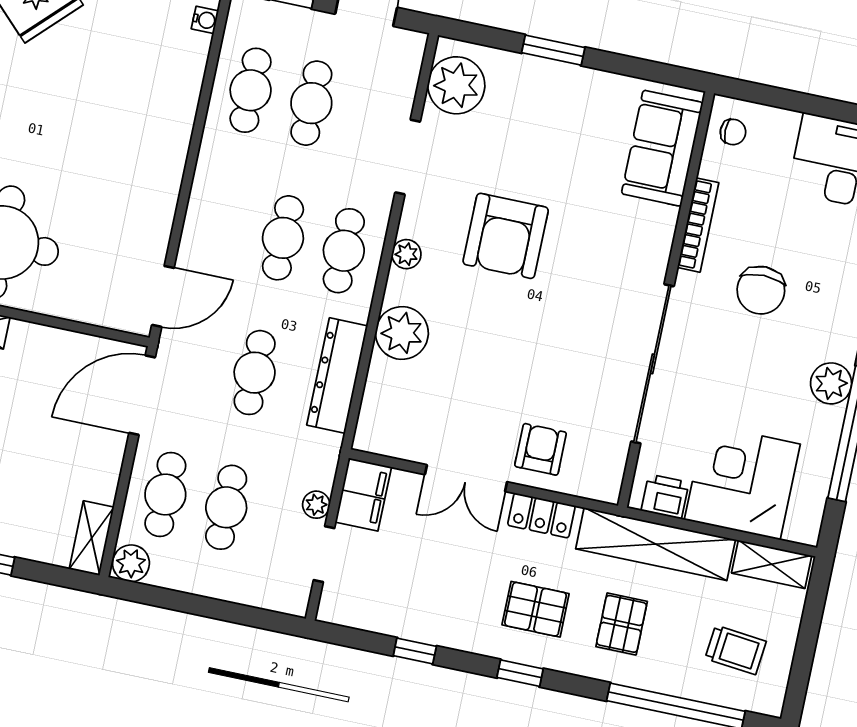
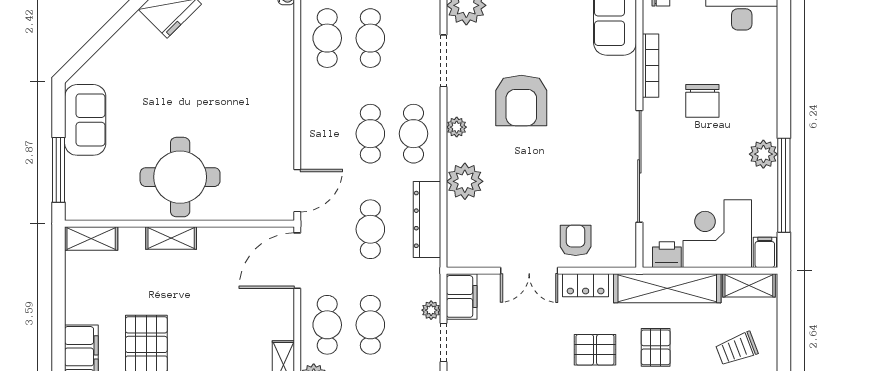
filing cabinet: (804, 522) -> (765, 252), added
trolley: (736, 650) -> (737, 349), turned 153

